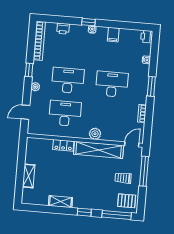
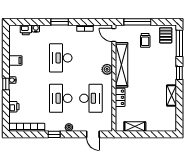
printer: (147, 37) -> (26, 30), moved
desk: (65, 113) -> (91, 98), turned 180
shelving: (29, 176) -> (135, 126), moved

